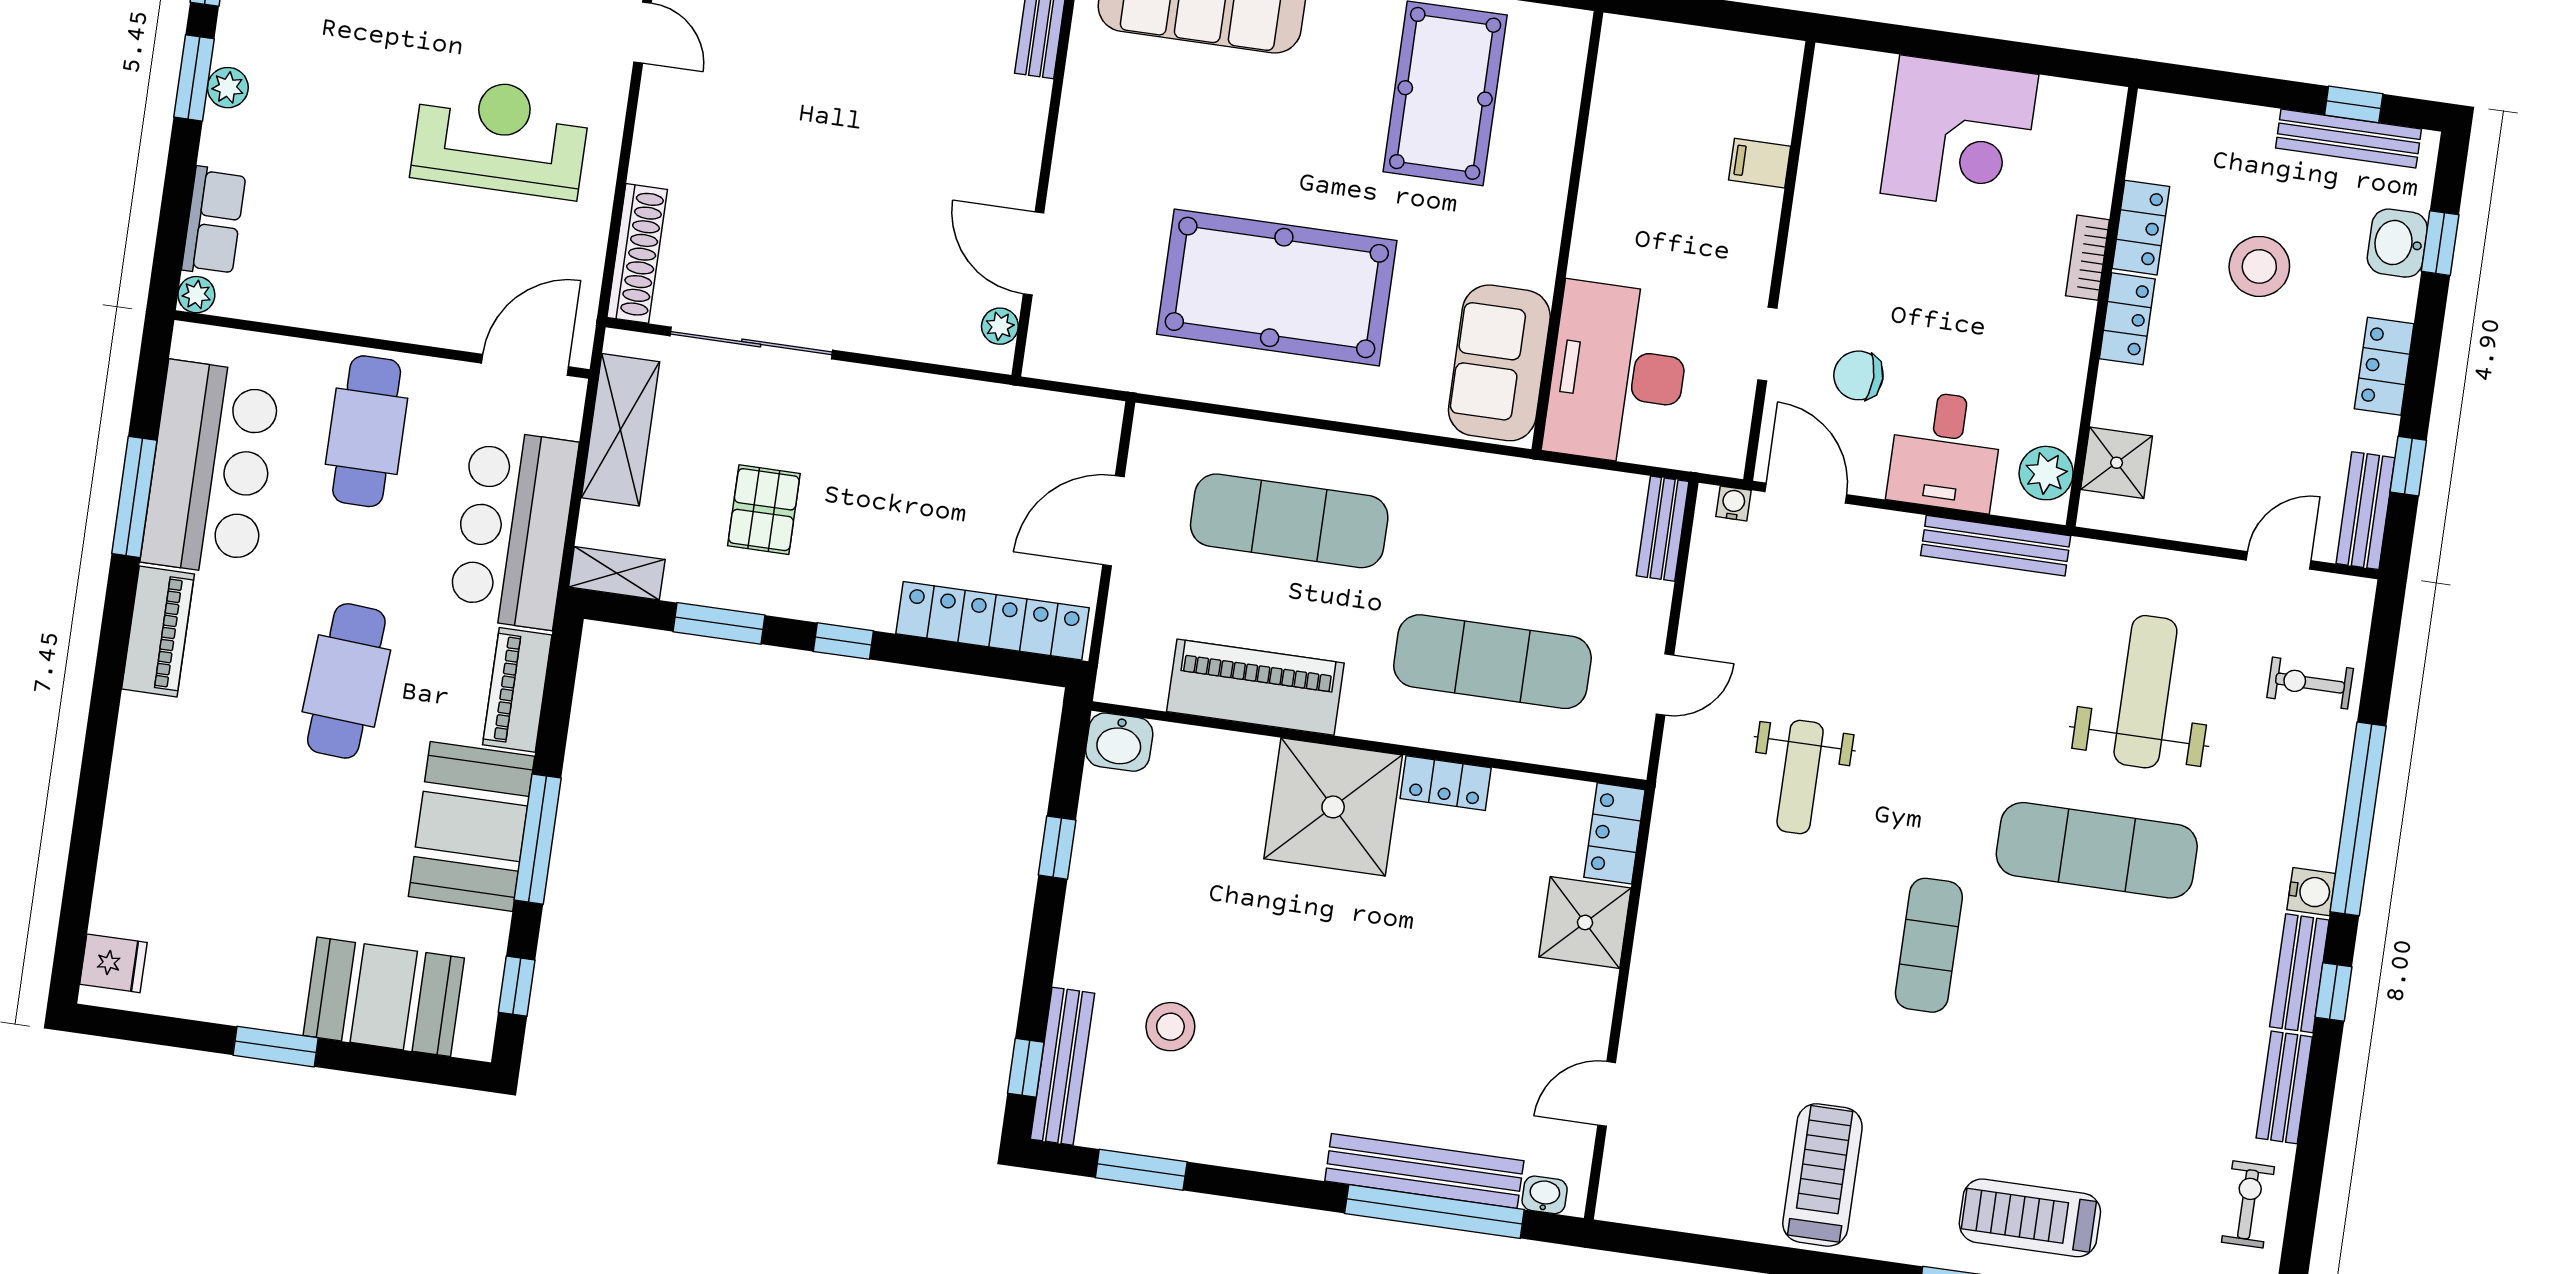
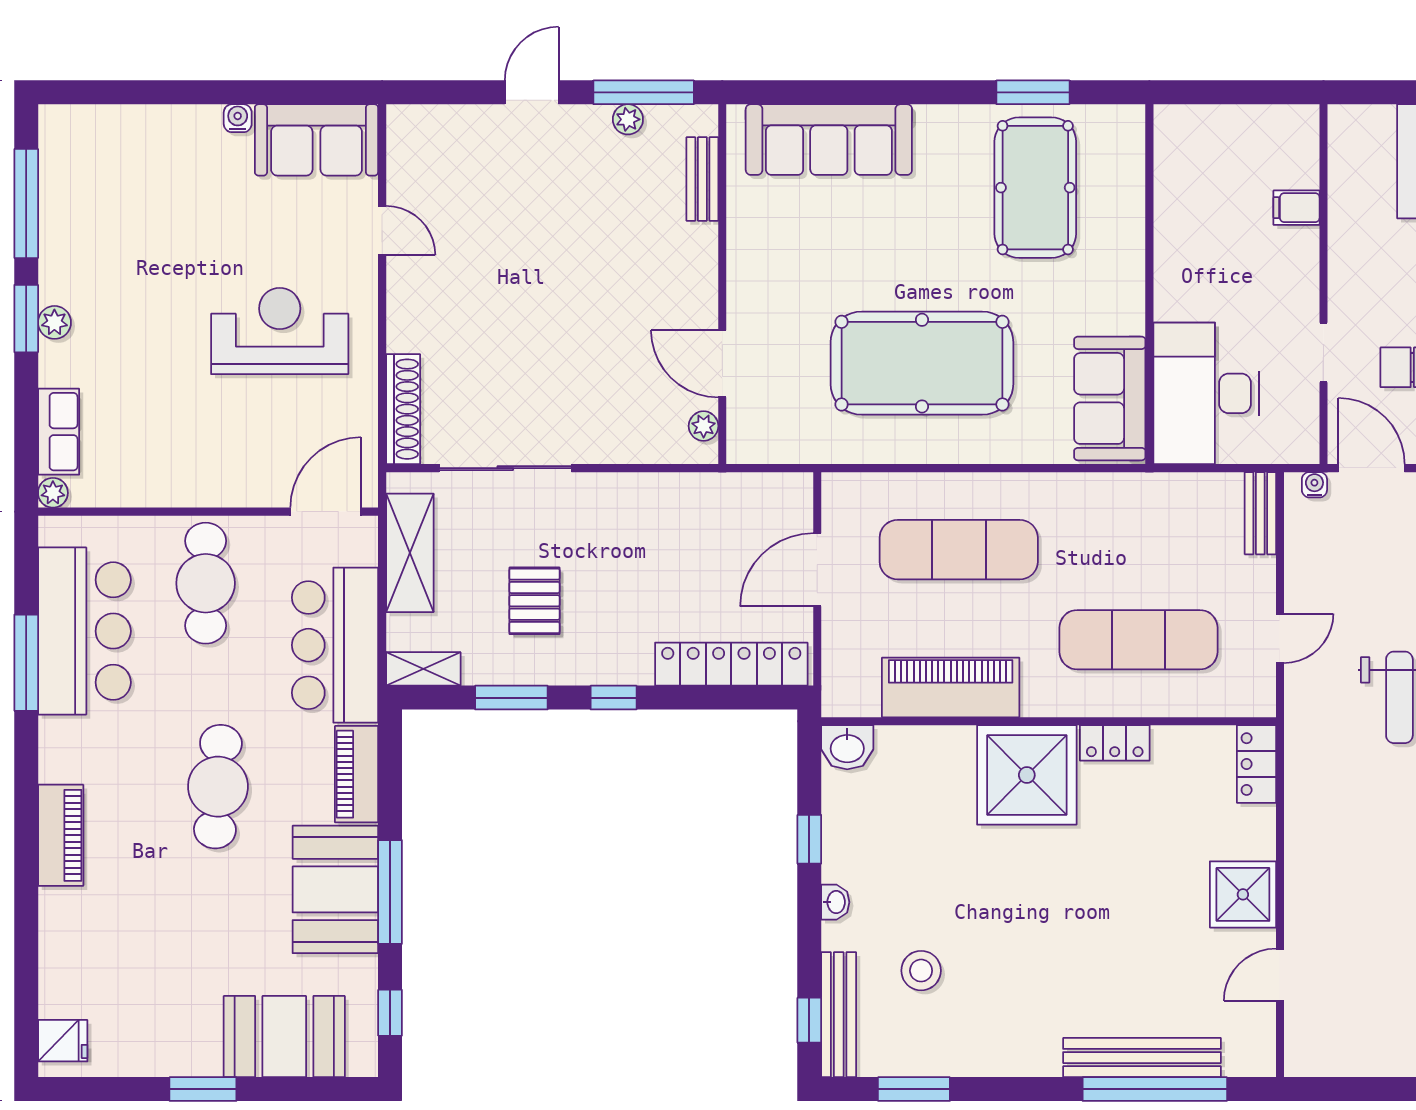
piano: (158, 631) -> (61, 835), moved
shower: (1585, 922) -> (1243, 894), moved
washbasin: (1545, 1195) -> (835, 902), moved, turned 90

